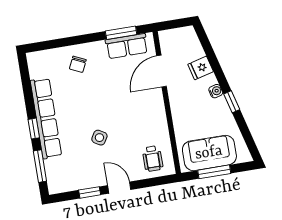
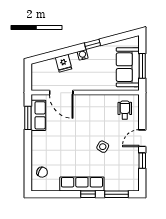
chair: (78, 64) -> (42, 172), moved
row of seats: (46, 118) -> (82, 184), width x0.73
wheelchair: (153, 159) -> (125, 110), turned -90

